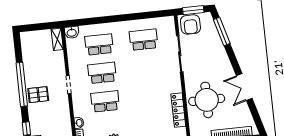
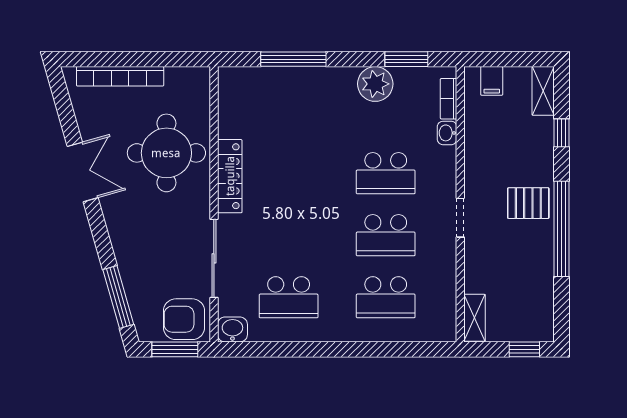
armchair: (190, 25) -> (184, 319), turned -90
window: (33, 27) -> (524, 349), added
washbasin: (72, 32) -> (232, 329), moved
locker: (178, 110) -> (230, 176), moved

